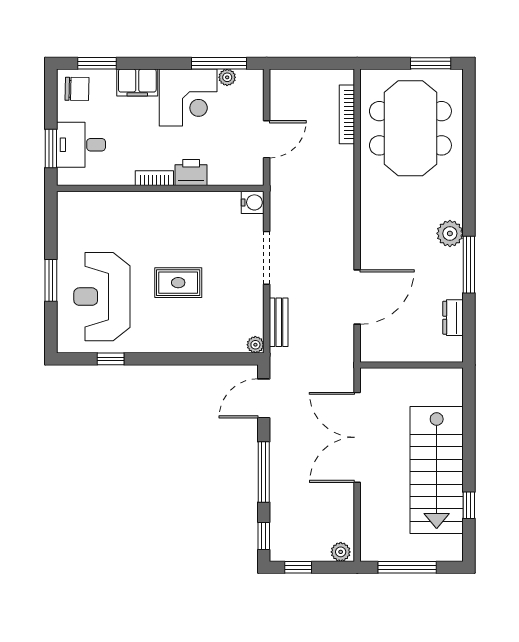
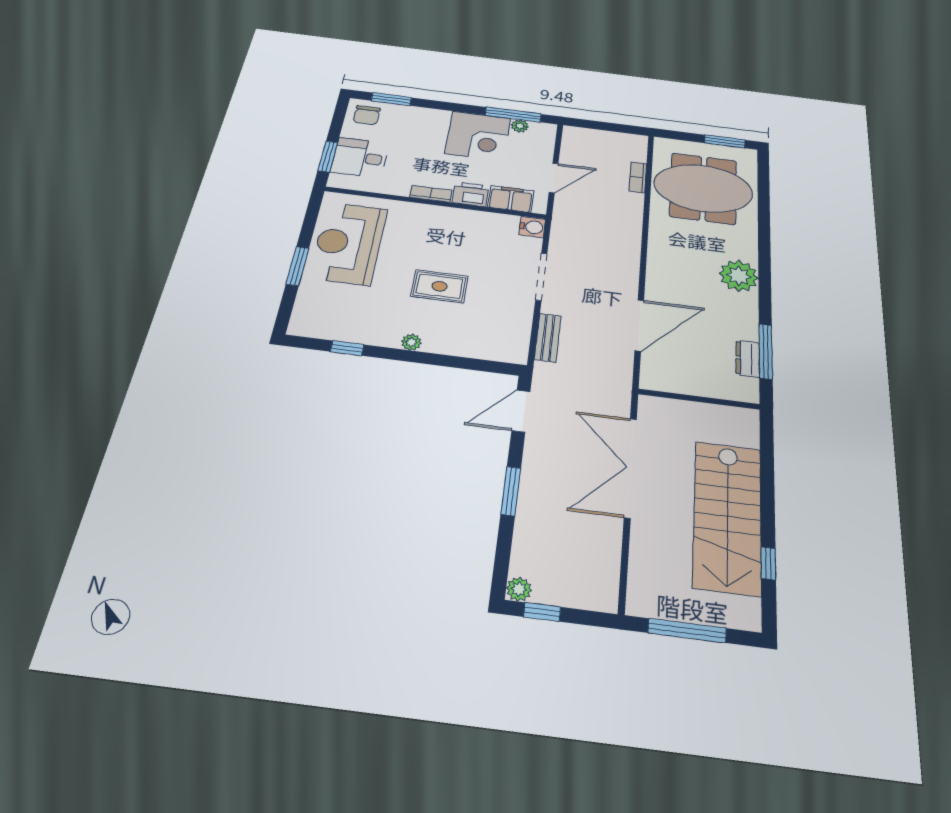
filing cabinet: (137, 82) -> (511, 199), moved, turned 180
chair: (77, 89) -> (367, 115), turned 89
bookcase: (347, 114) -> (638, 177), width x0.64
meeting table: (410, 128) -> (703, 188), turned 90
plant: (450, 233) -> (739, 276), width x1.36, depth x1.36
window: (469, 265) -> (766, 351), moved
reception desk: (102, 297) -> (349, 243), moved
plant: (255, 345) -> (411, 342), moved
window: (264, 472) -> (511, 491), width x0.69
window: (264, 536) -> (501, 567), removed
plant: (341, 552) -> (519, 589), moved

